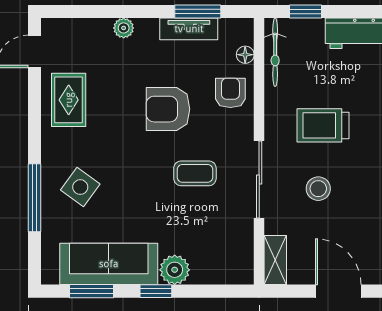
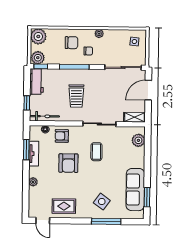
stool: (318, 189) -> (104, 98), removed
plant: (175, 270) -> (138, 140), moved
window: (156, 291) -> (147, 169), removed

